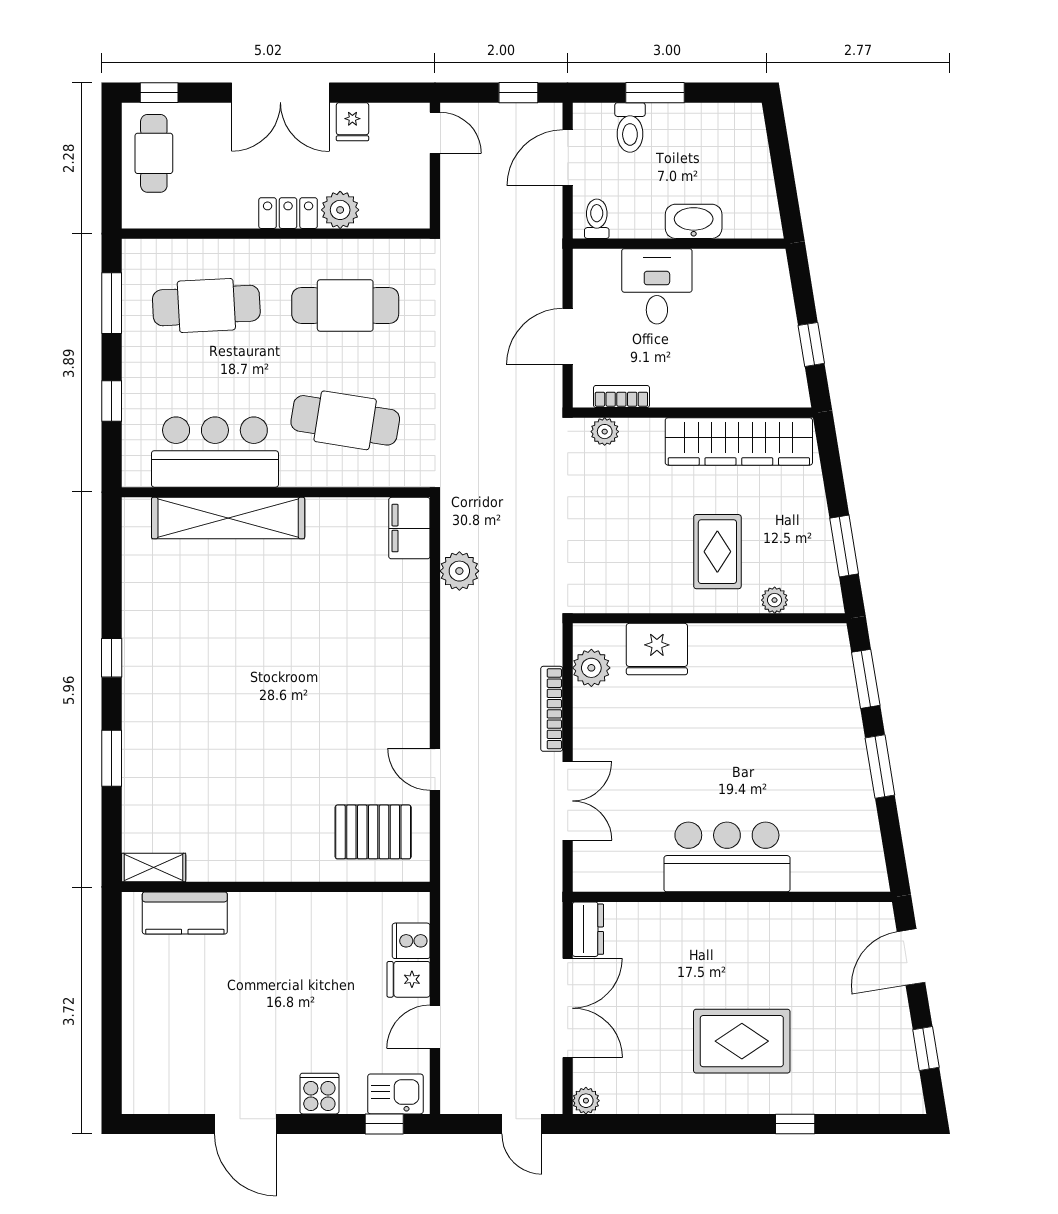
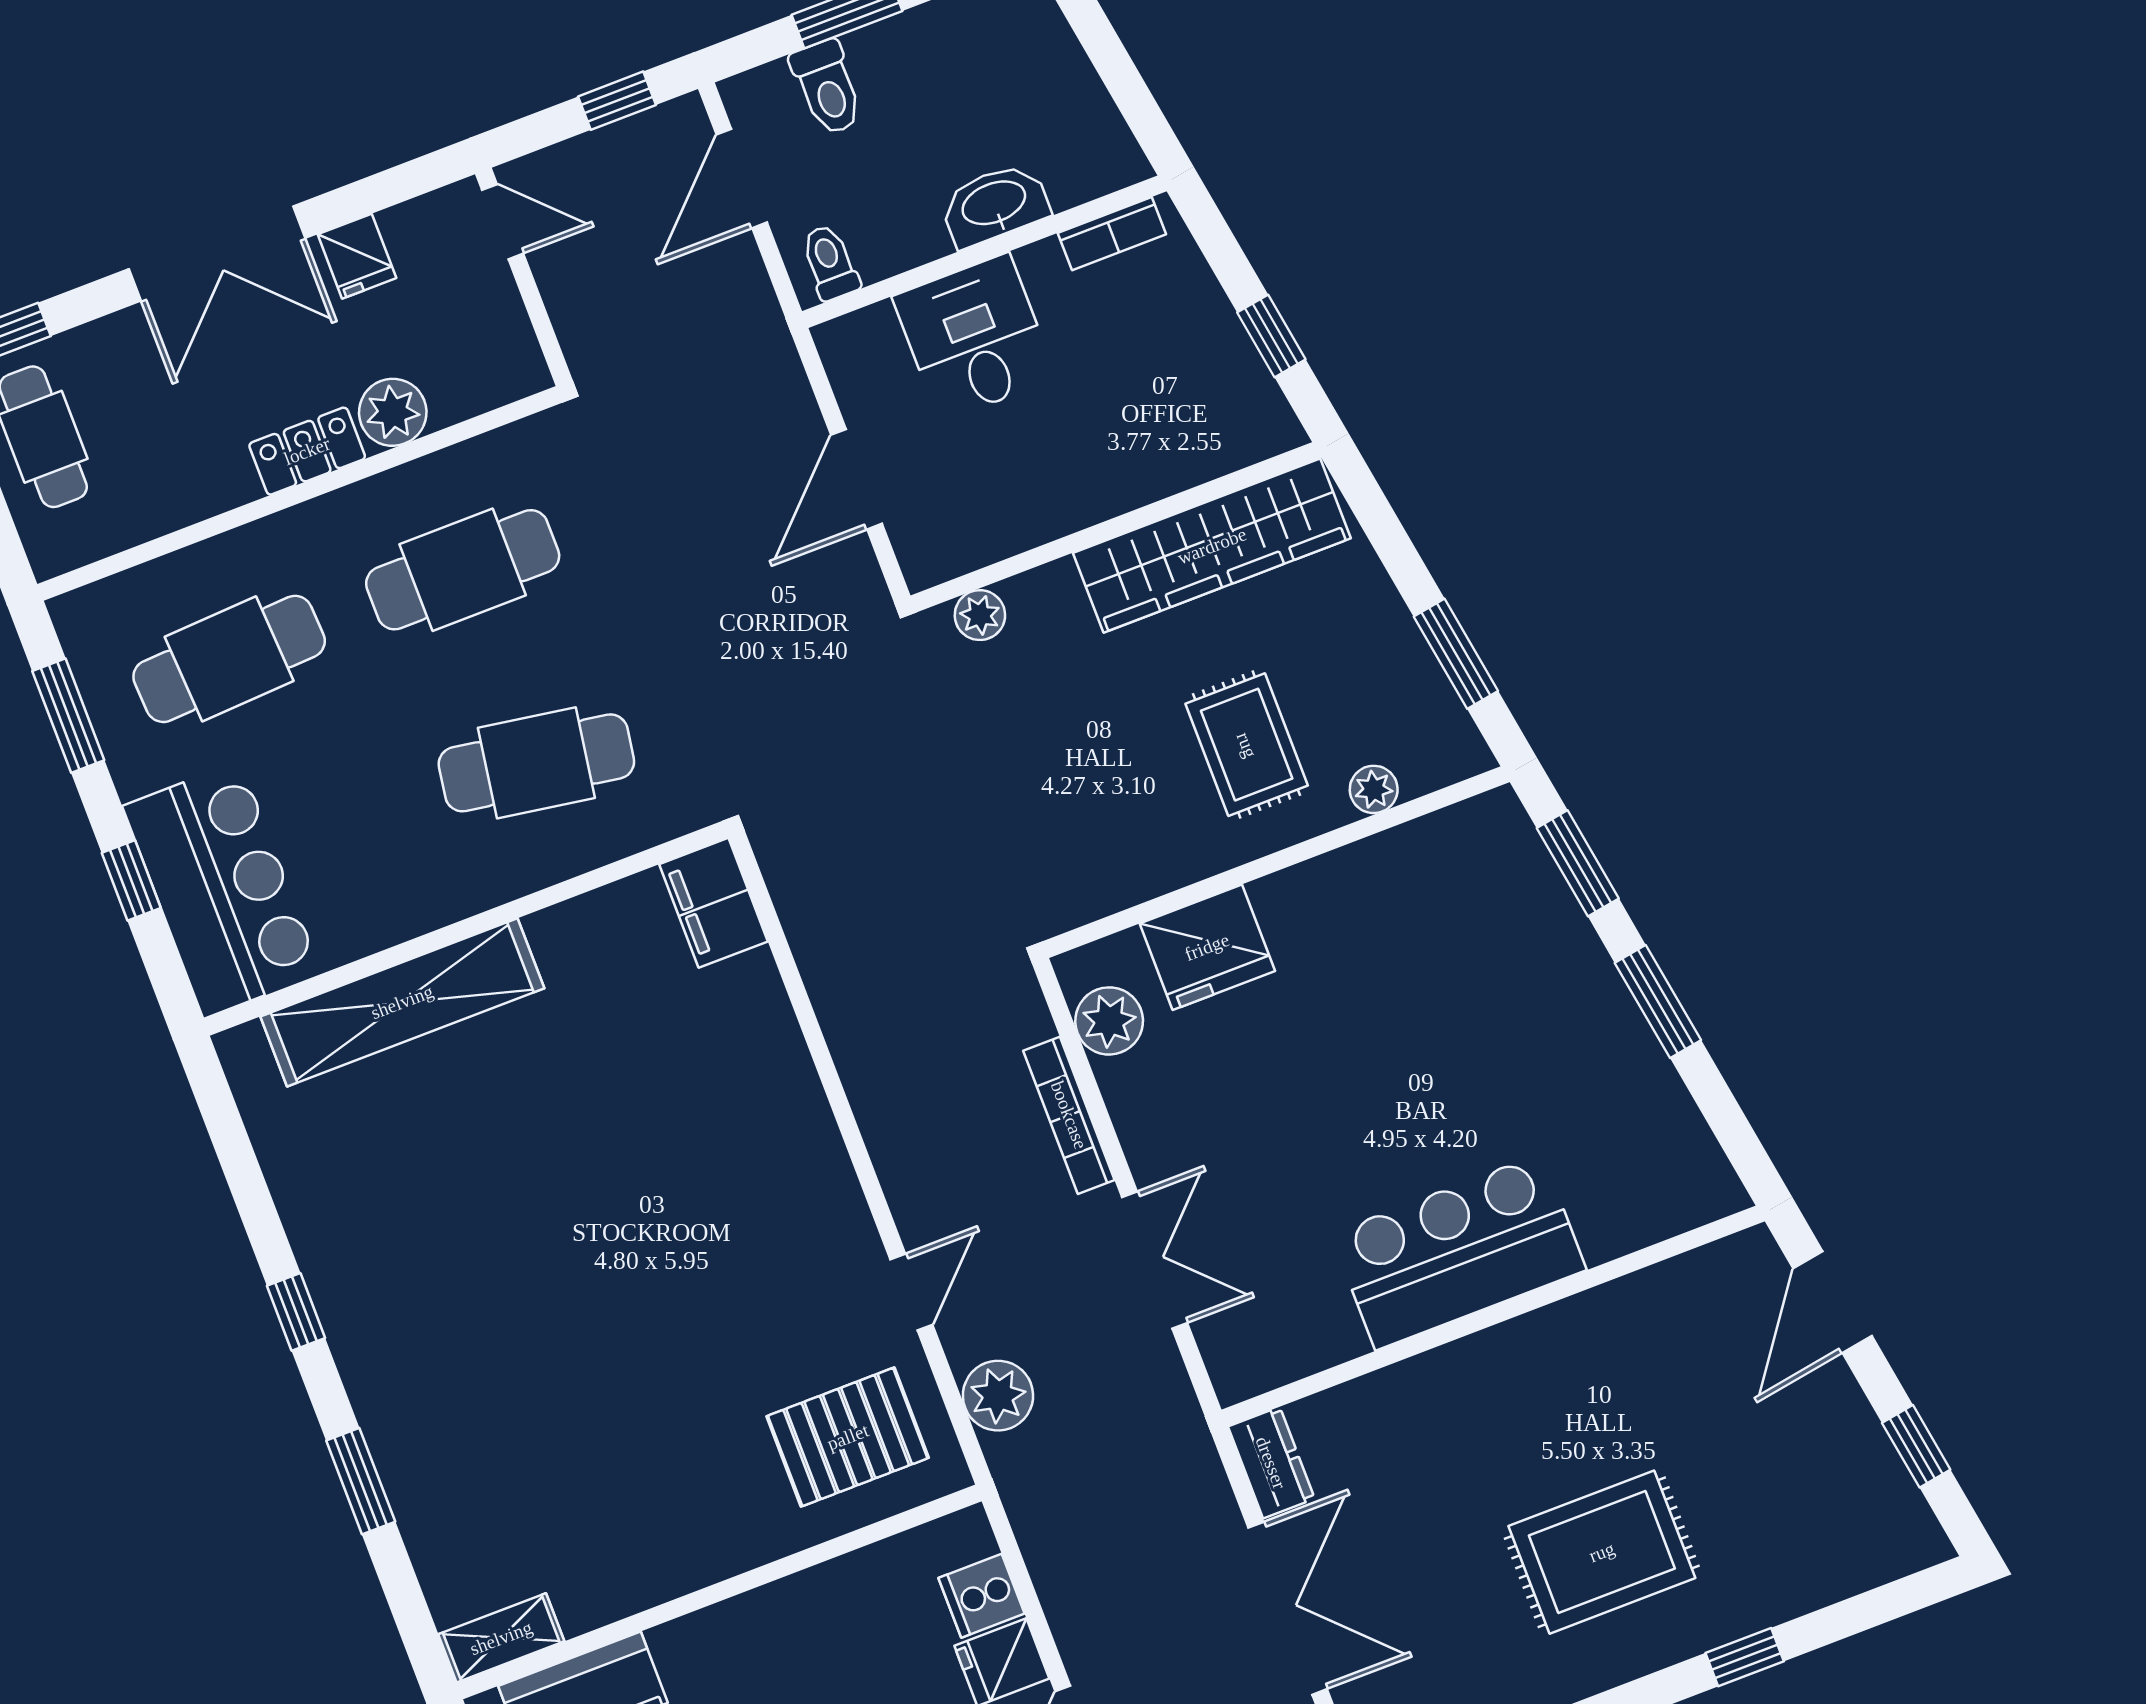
bookcase: (621, 397) -> (1112, 234), moved, turned 180
bar counter: (215, 452) -> (222, 890), moved, turned 90
plant: (459, 571) -> (998, 1396), moved
door: (435, 769) -> (911, 1292), swing flipped

